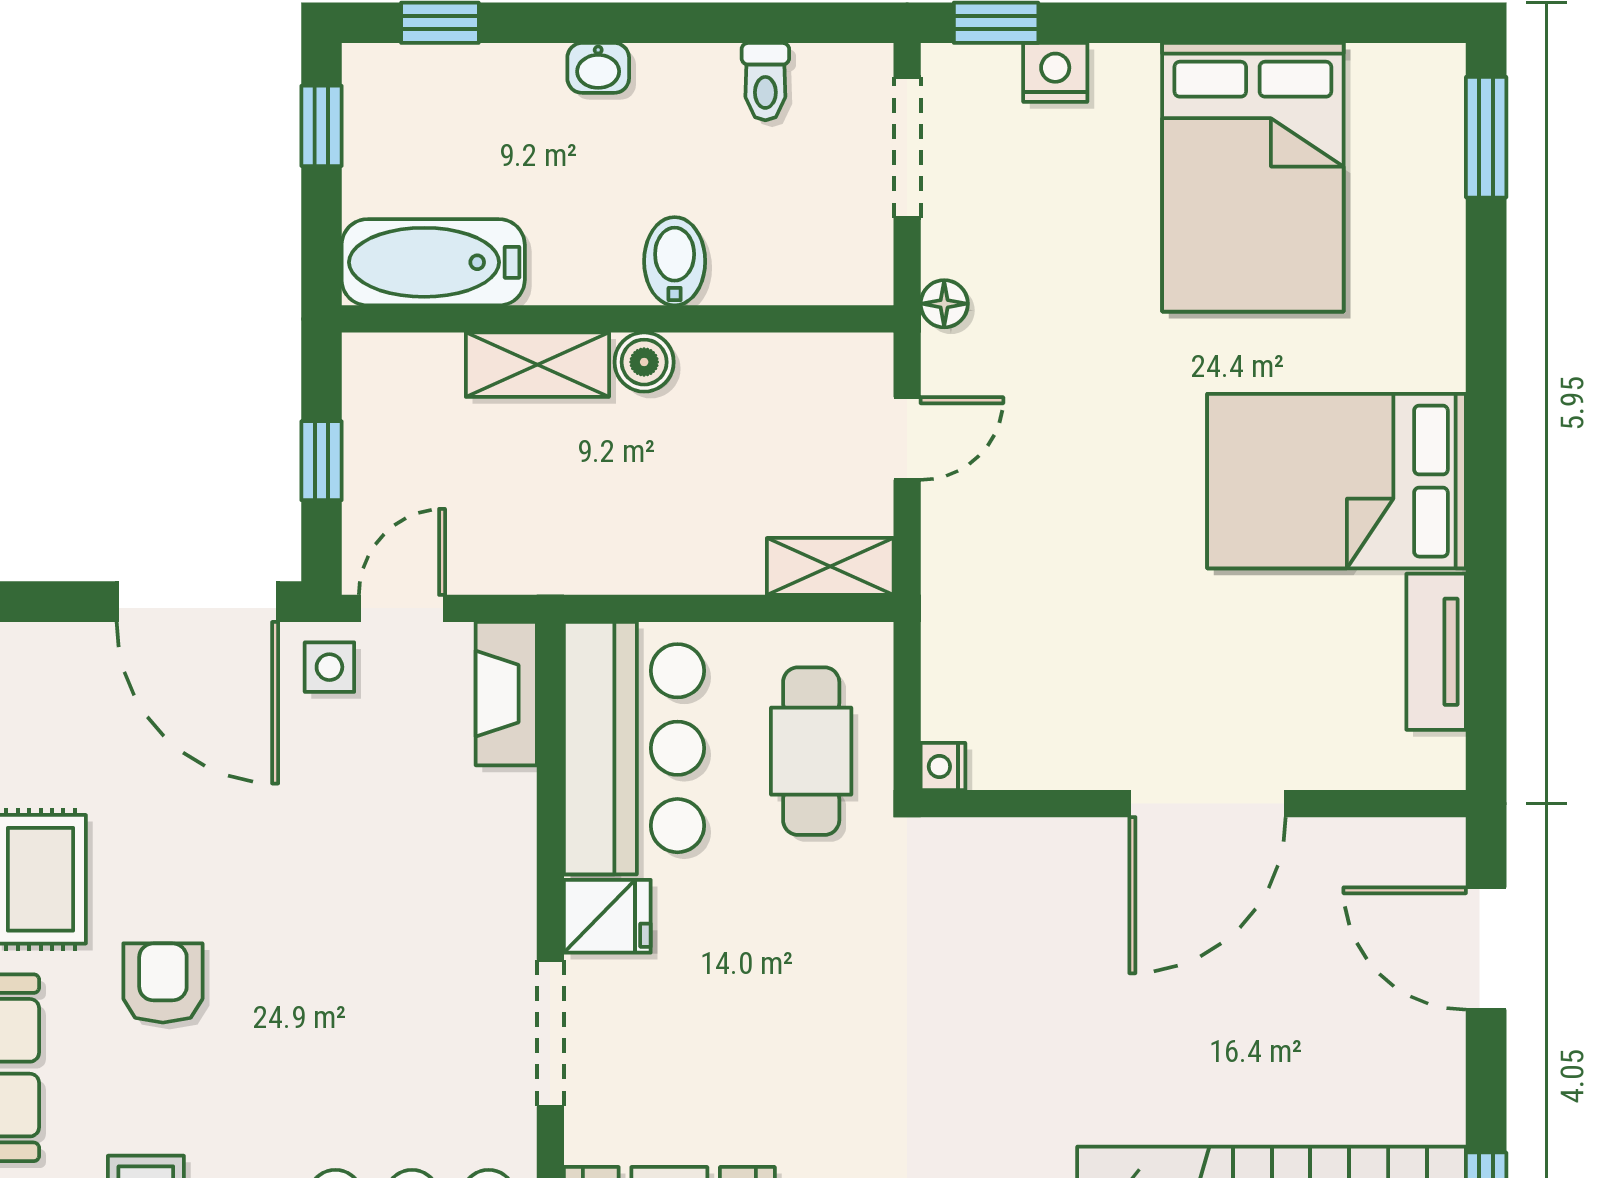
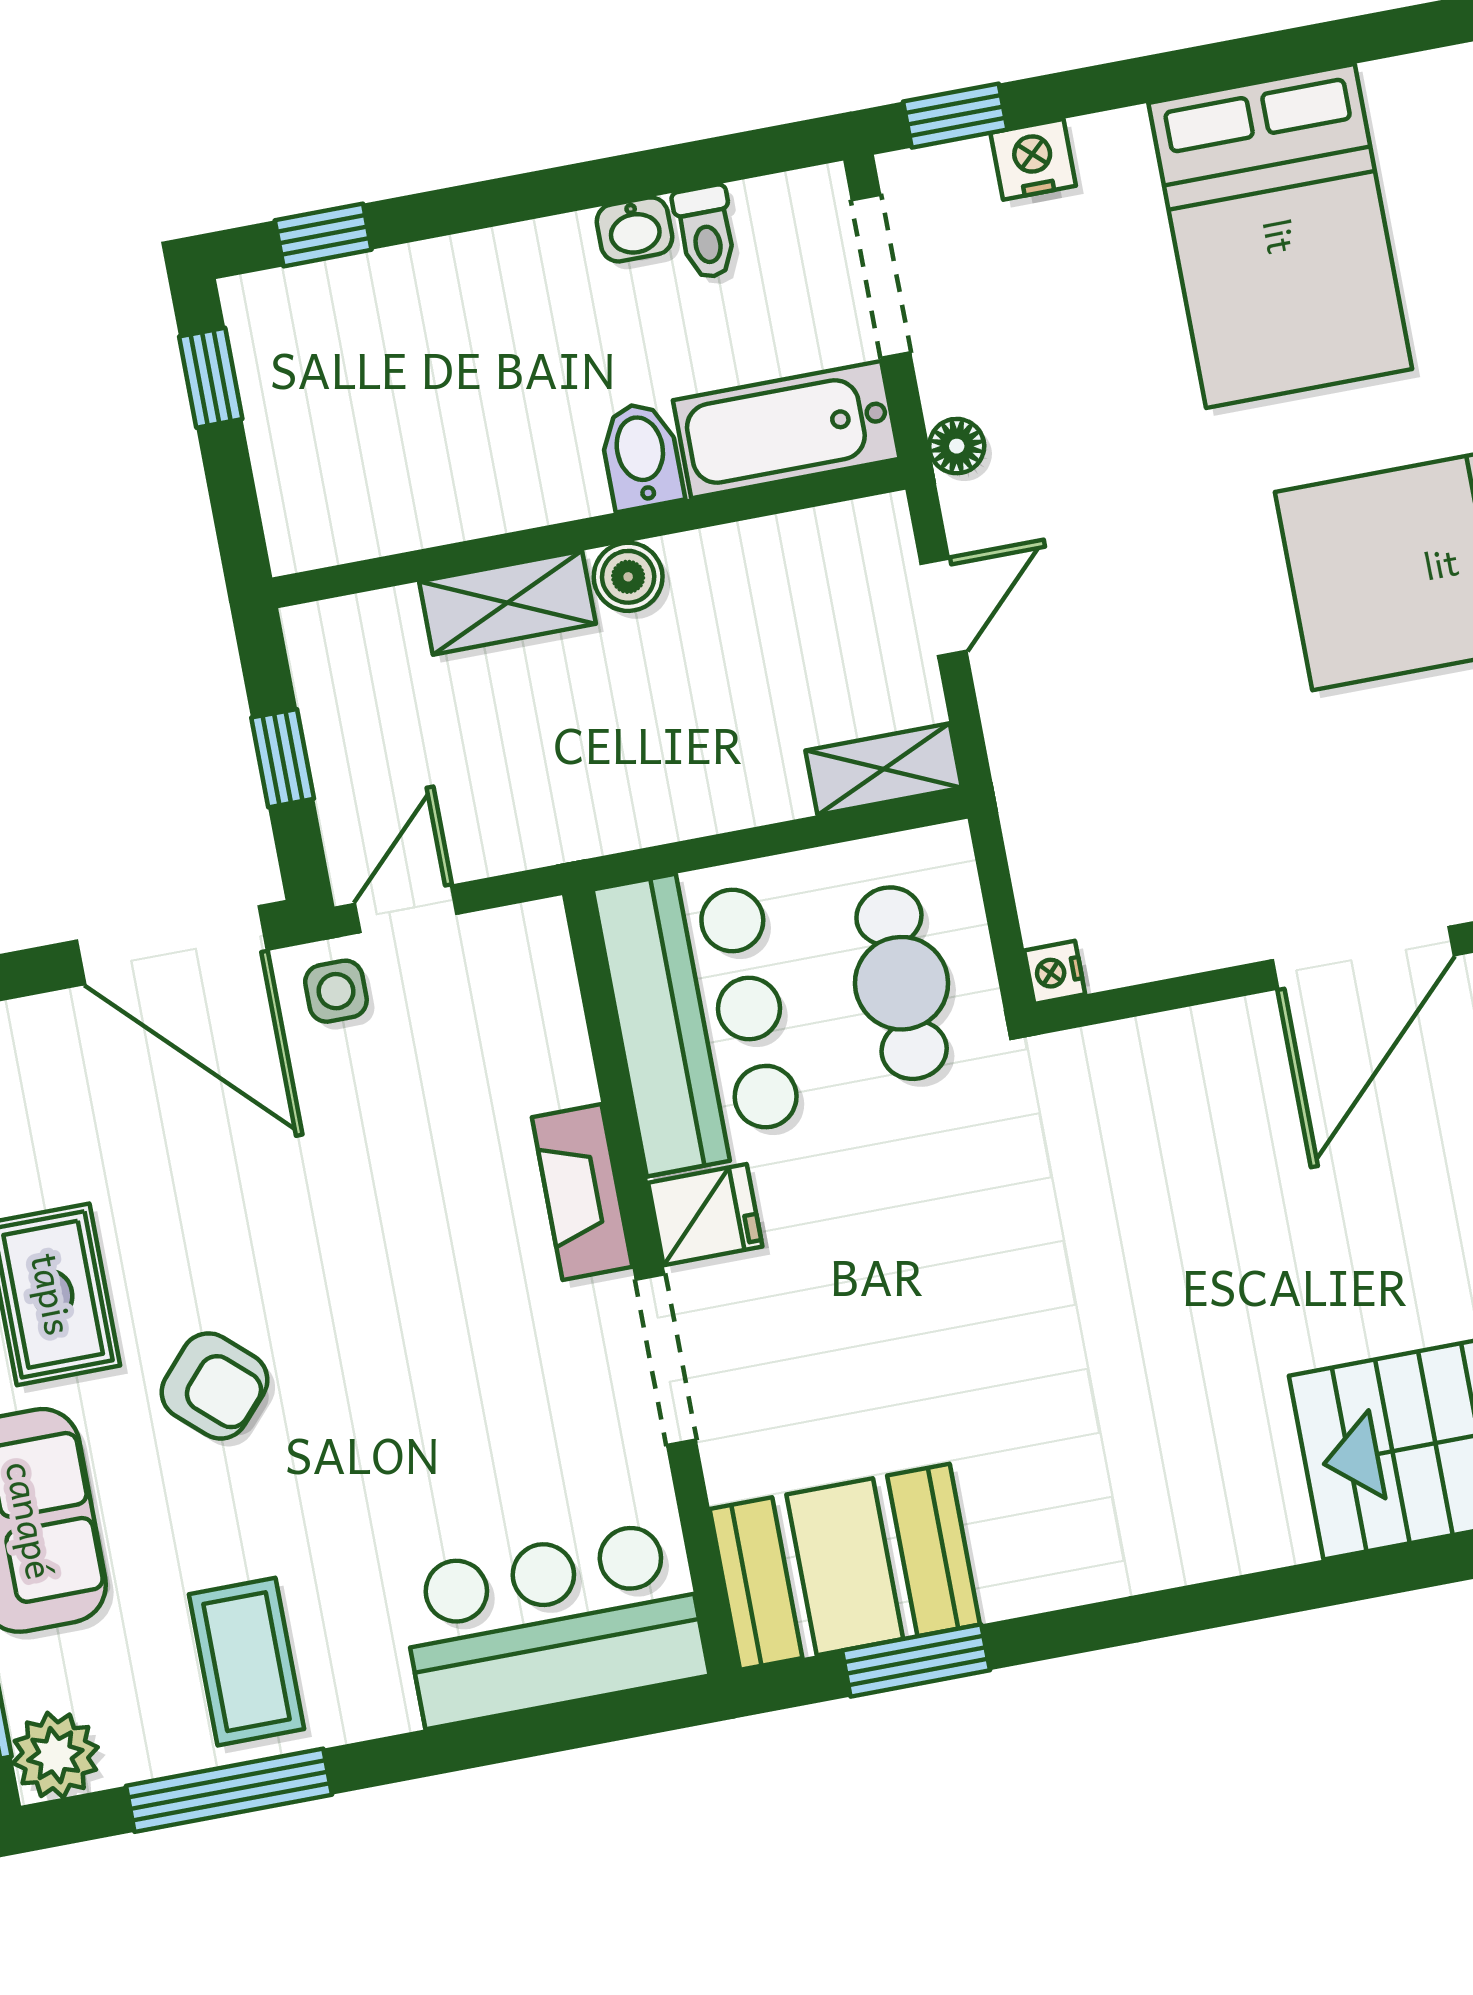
washbasin: (598, 68) -> (634, 229), moved
bathtub: (433, 262) -> (786, 430), moved
fireplace: (506, 694) -> (582, 1192), moved
armchair: (163, 983) -> (215, 1386), turned 132

